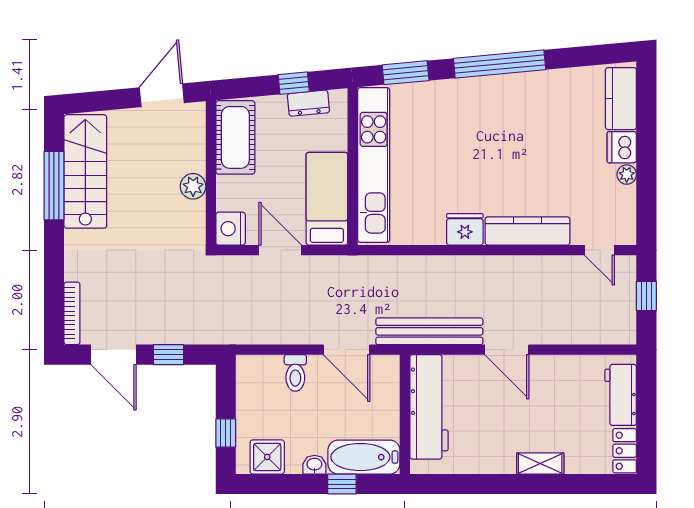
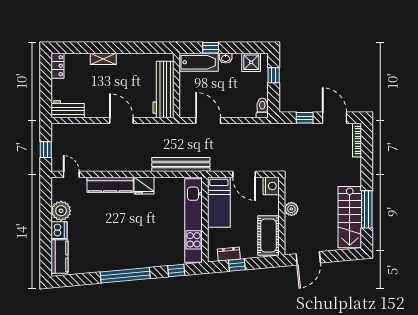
window: (406, 73) -> (176, 271), width x0.67
plant: (627, 175) -> (61, 211), width x1.87, depth x1.87
bench: (429, 331) -> (181, 165), moved
toilet: (295, 373) -> (262, 108), moved
workbench: (621, 395) -> (68, 109), moved, turned -90

